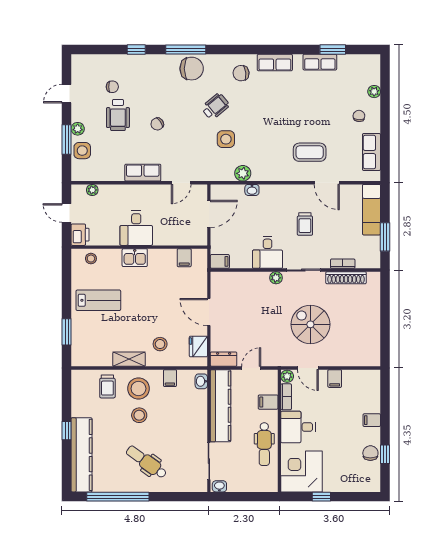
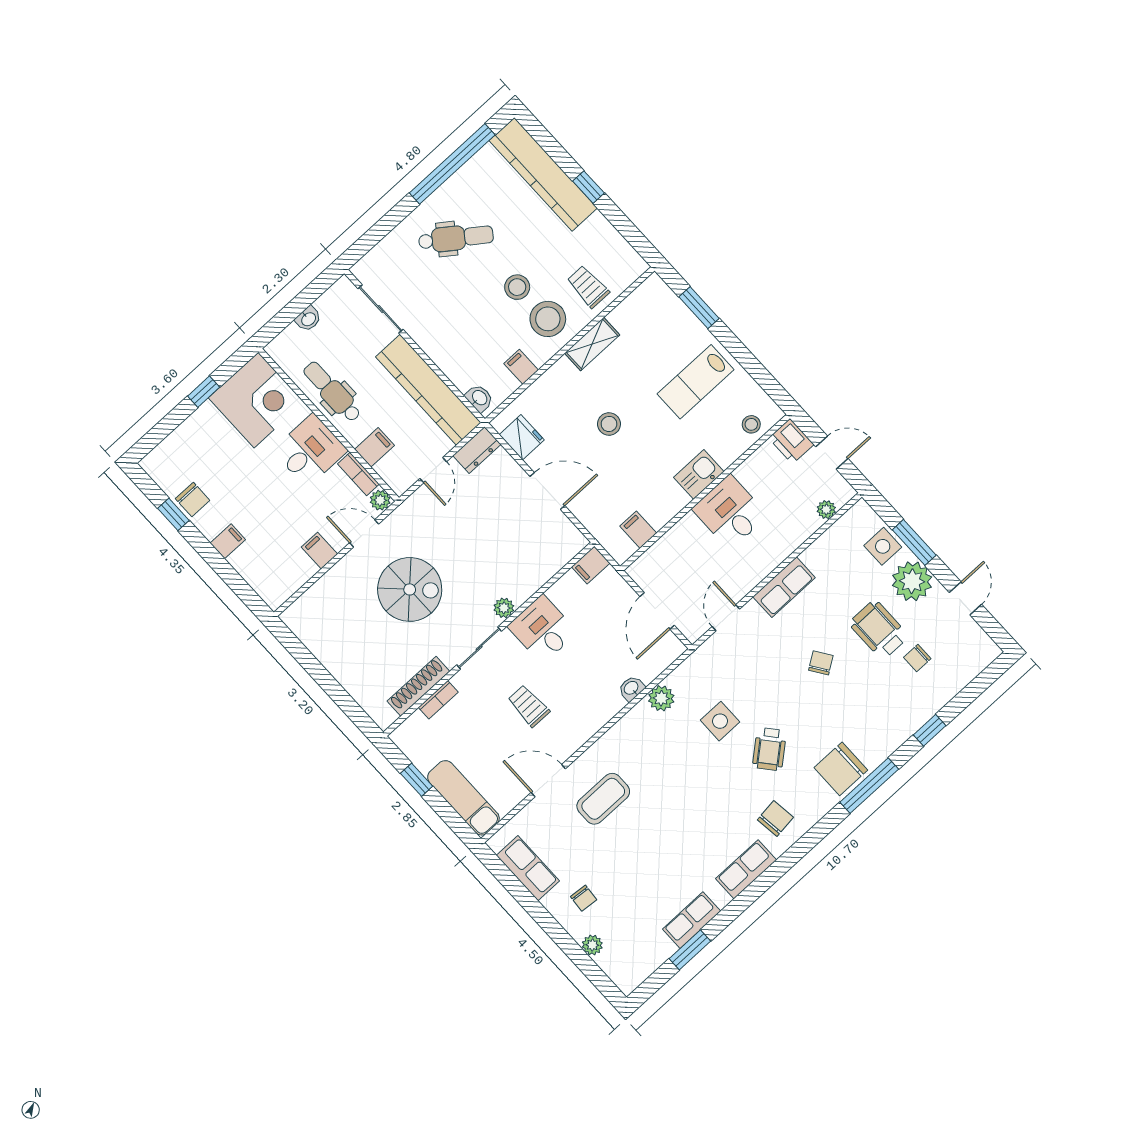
plant: (78, 129) -> (912, 581), width x1.88, depth x1.88
window: (385, 237) -> (417, 780), width x0.67
stool: (160, 344) -> (609, 424), moved
washbasin: (219, 486) -> (308, 319), moved

